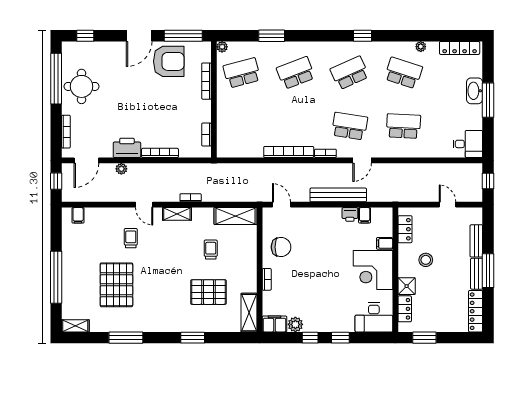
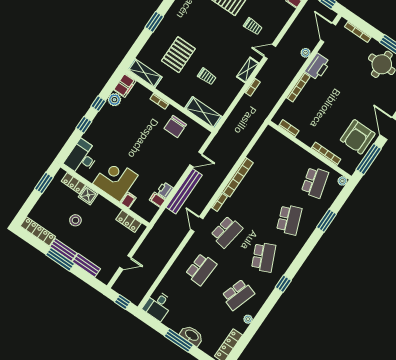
door: (281, 205) -> (196, 159), moved
shelving: (236, 216) -> (203, 112), moved, turned 90
stool: (426, 260) -> (75, 220), moved

